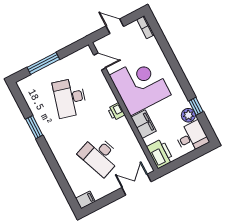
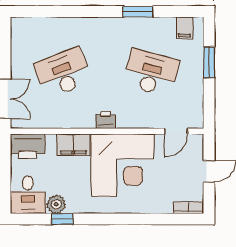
window: (43, 63) -> (209, 62), width x0.69
filing cabinet: (85, 200) -> (185, 28), moved

